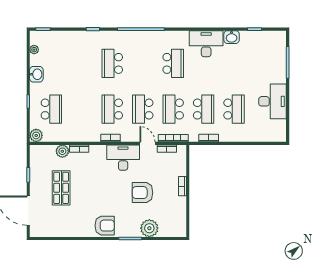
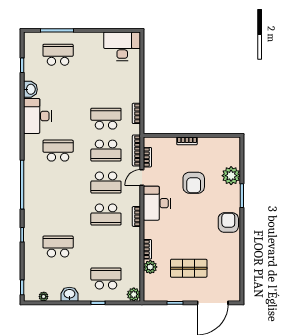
school desk: (112, 63) -> (58, 246), moved, turned 180
desk: (272, 101) -> (122, 46), moved
school desk: (234, 109) -> (58, 55), moved

